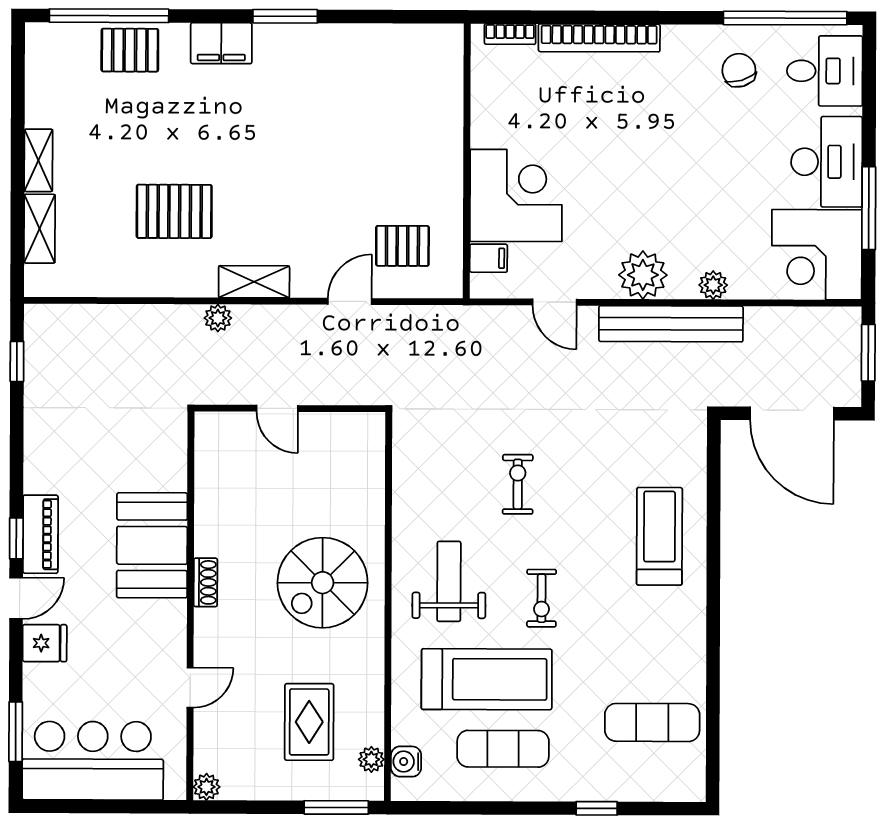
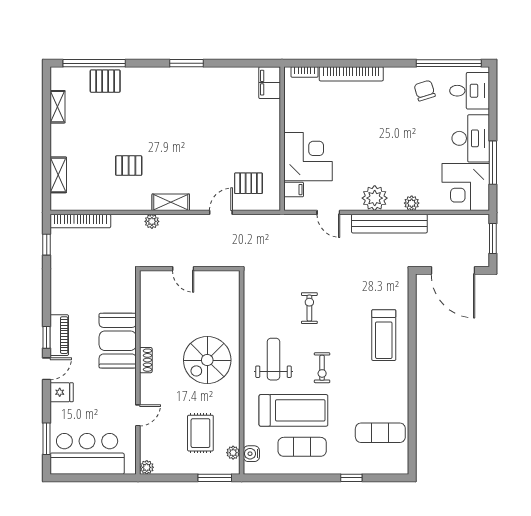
filing cabinet: (221, 43) -> (270, 83), moved, turned 90
shelving: (38, 160) -> (57, 107), moved
pallet: (174, 211) -> (129, 166), width x0.67, depth x0.71
bookcase: (81, 317) -> (80, 221), added
treadmill: (659, 536) -> (384, 335), turned 180

